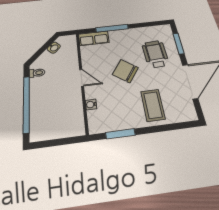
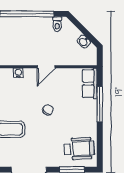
wheelchair: (155, 54) -> (79, 149), moved
chair: (125, 71) -> (48, 110), width x0.54, depth x0.54

